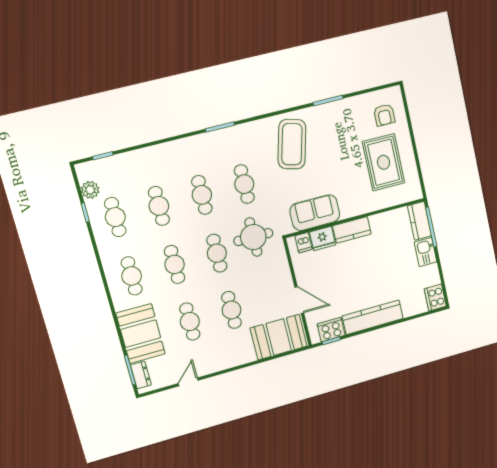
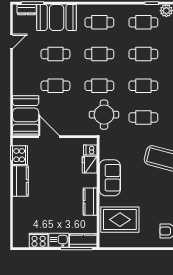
rug: (384, 162) -> (120, 220), moved
sofa: (315, 213) -> (110, 178), moved
kitchen counter: (352, 230) -> (90, 202), moved
cooker: (435, 297) -> (39, 240), moved
door: (299, 300) -> (49, 137), swing flipped
kitchen counter: (373, 317) -> (20, 181), width x0.67
door: (188, 382) -> (12, 41), hinge flipped

